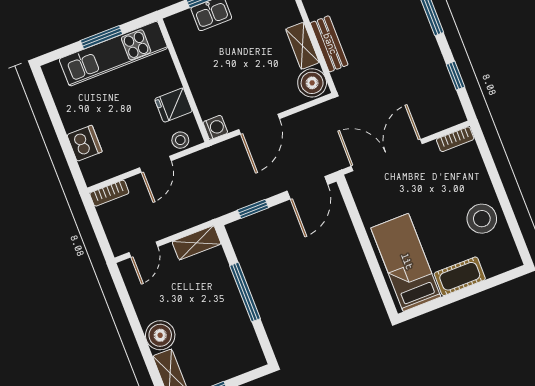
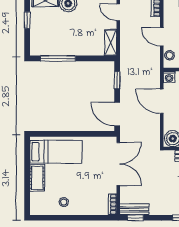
window: (455, 76) -> (135, 218), moved
bench: (450, 101) -> (134, 209), added
stool: (482, 219) -> (64, 202), width x0.53, depth x0.53
window: (245, 292) -> (58, 58), moved

